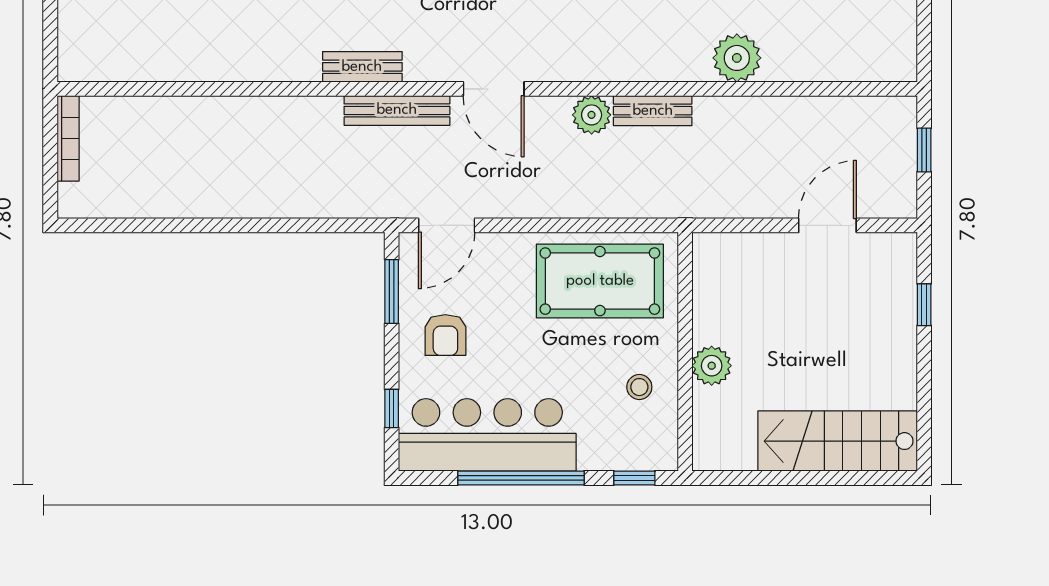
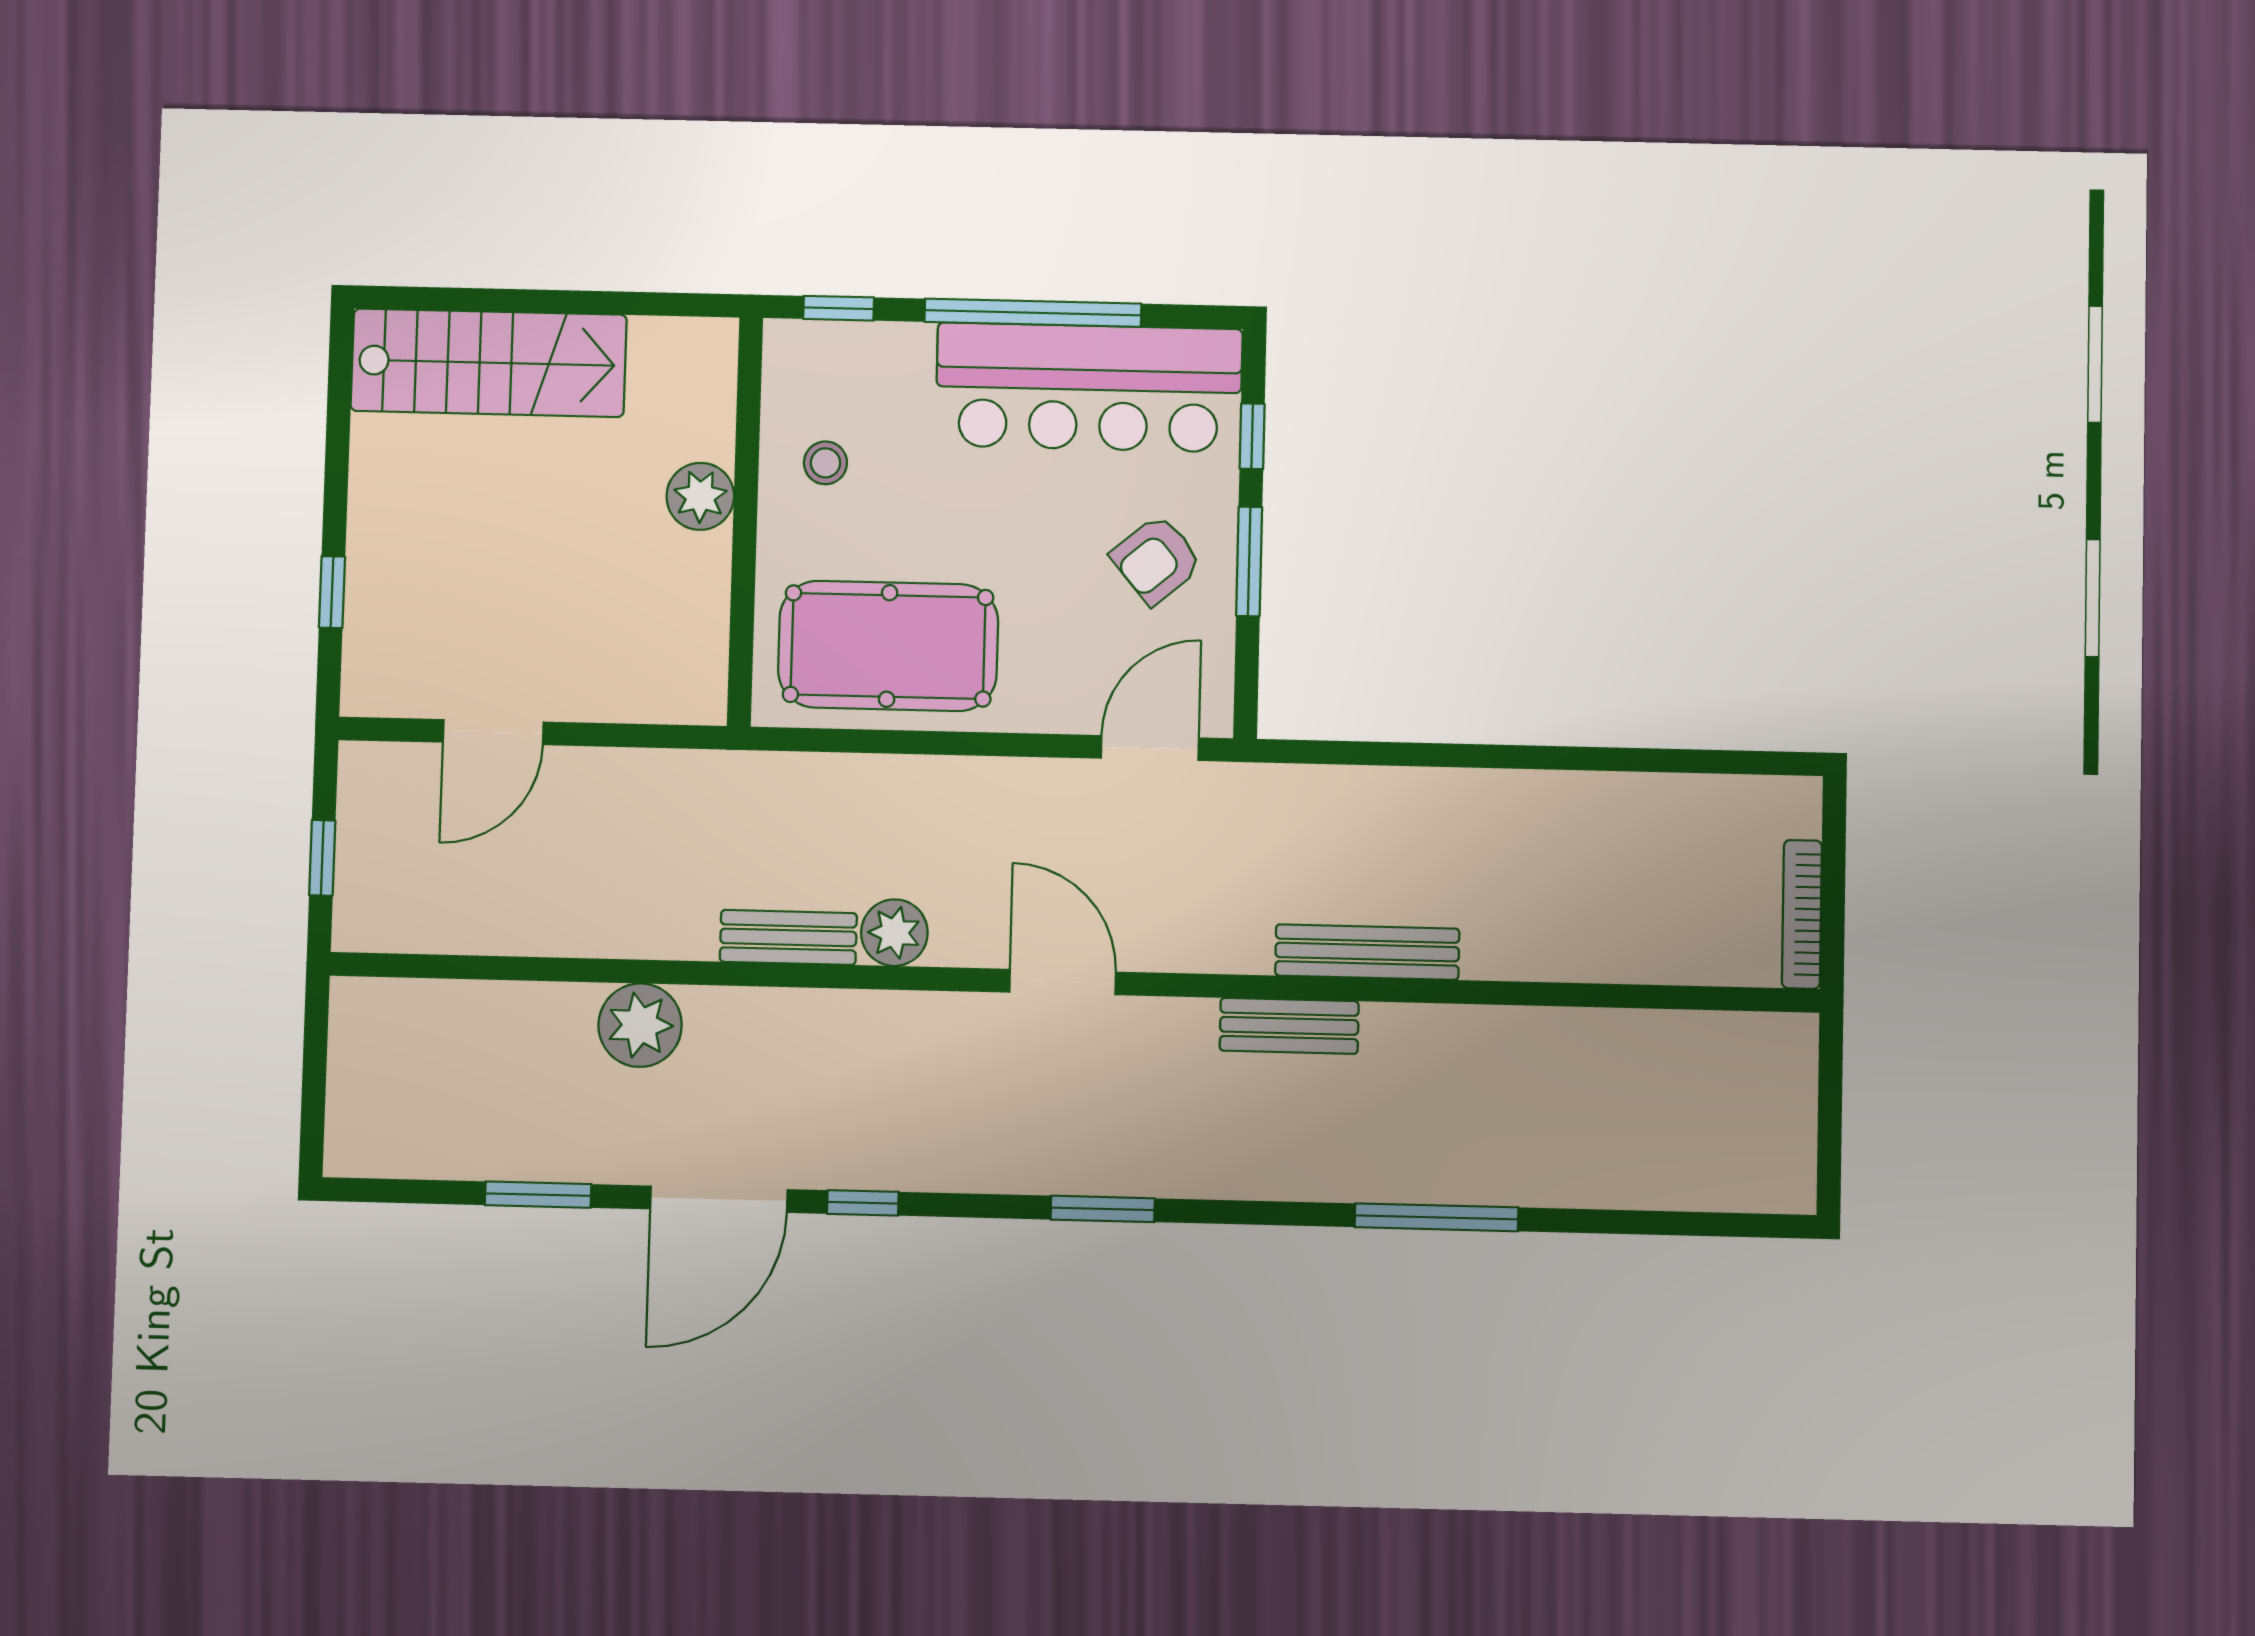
bench: (397, 110) -> (1367, 952), moved
window: (392, 292) -> (1249, 561), moved
armchair: (445, 335) -> (1156, 560), turned -130

